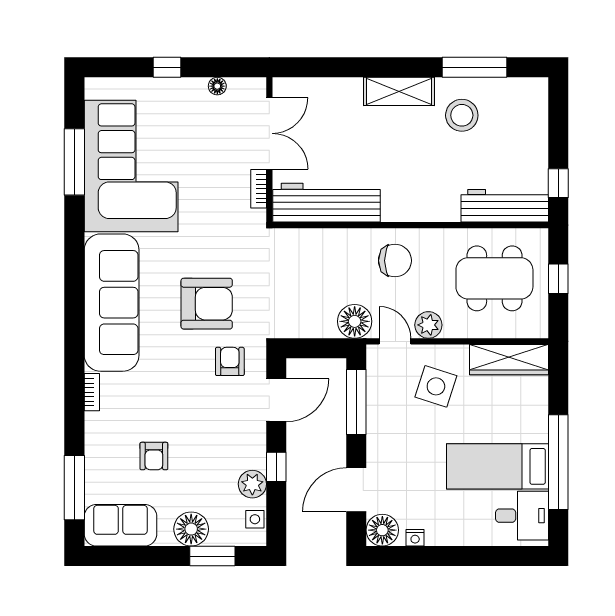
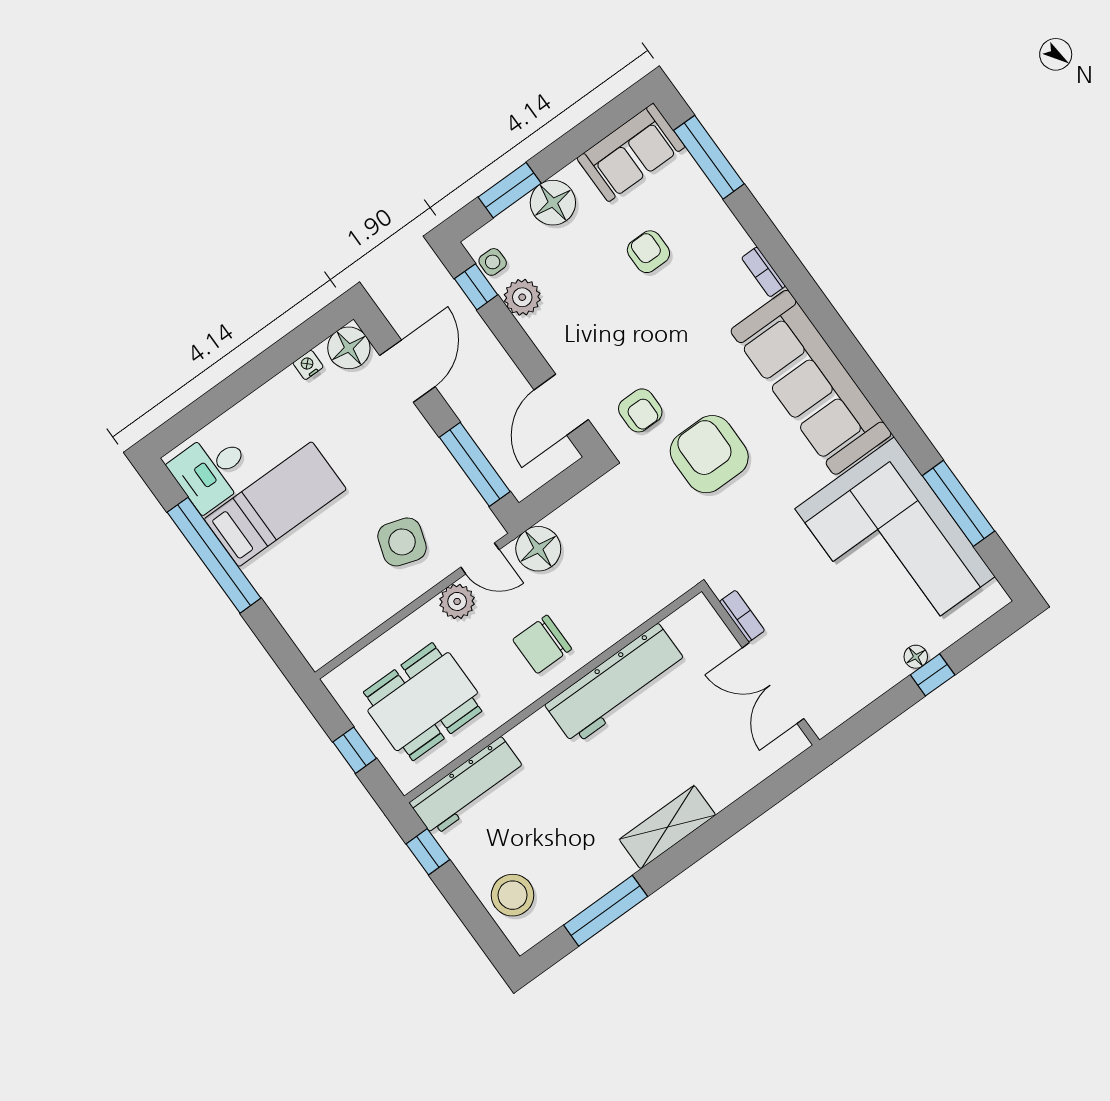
floor lamp: (217, 86) -> (916, 657), moved
stool: (462, 115) -> (513, 895), moved
workbench: (326, 203) -> (616, 684), moved
armchair: (207, 304) -> (709, 454), turned 90
wardrobe: (509, 360) -> (345, 626), removed
window: (276, 467) -> (476, 287), moved

